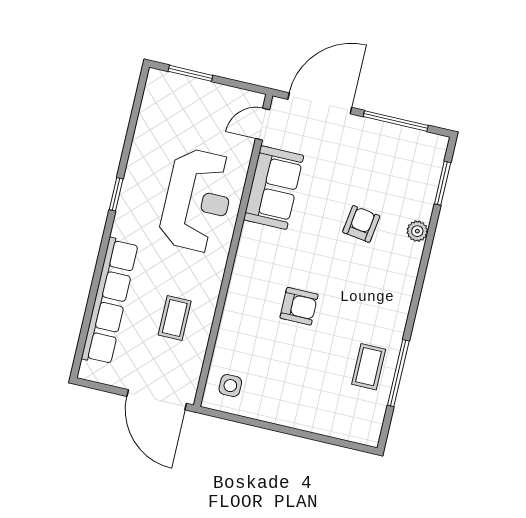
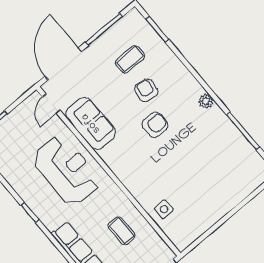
plant: (417, 231) -> (206, 101), moved
armchair: (299, 306) -> (155, 125), moved
coffee table: (369, 367) -> (130, 59), moved, turned 90
side table: (230, 386) -> (164, 209), moved

